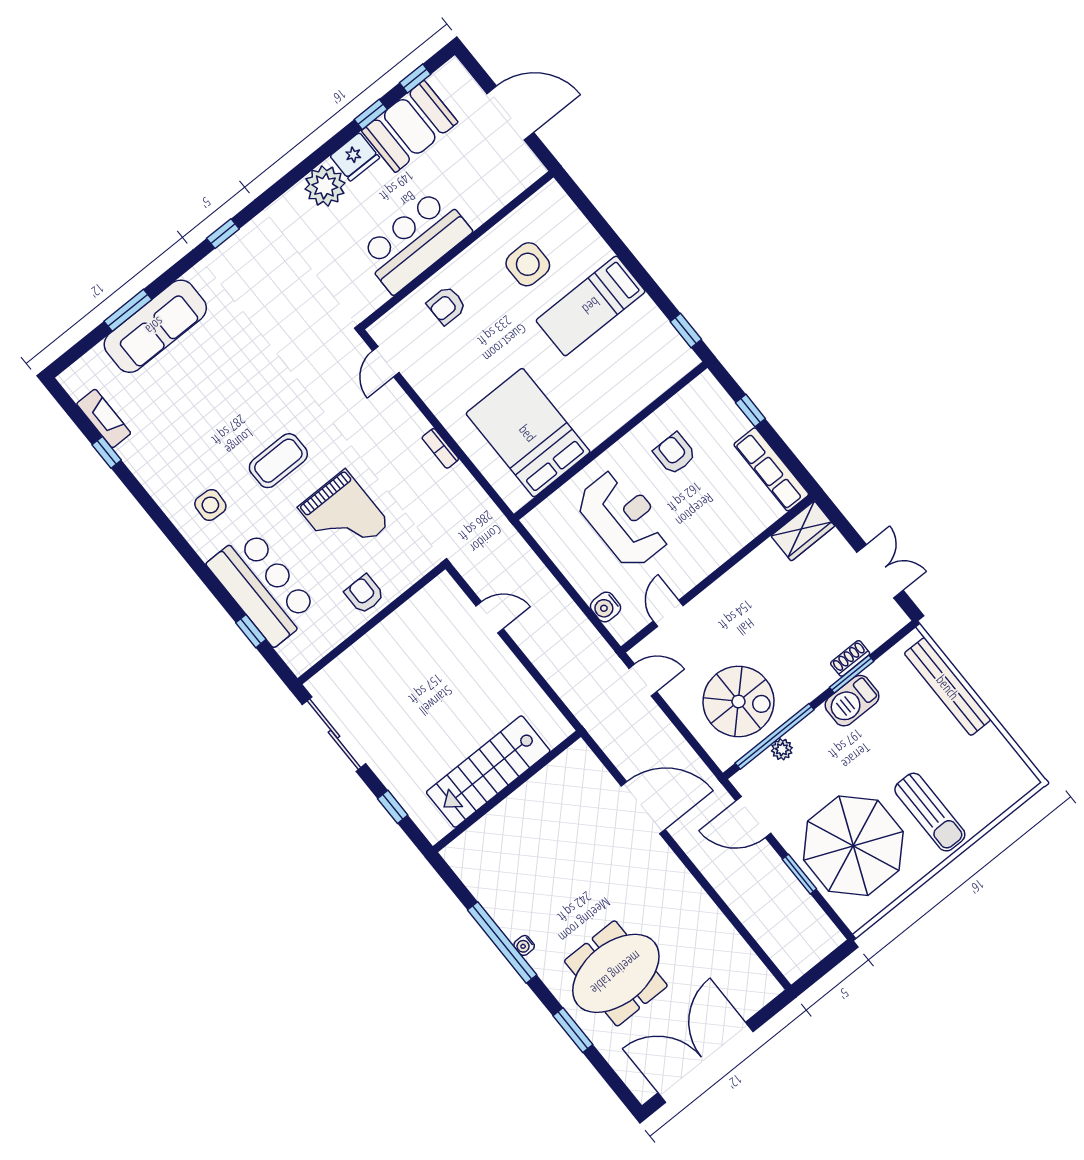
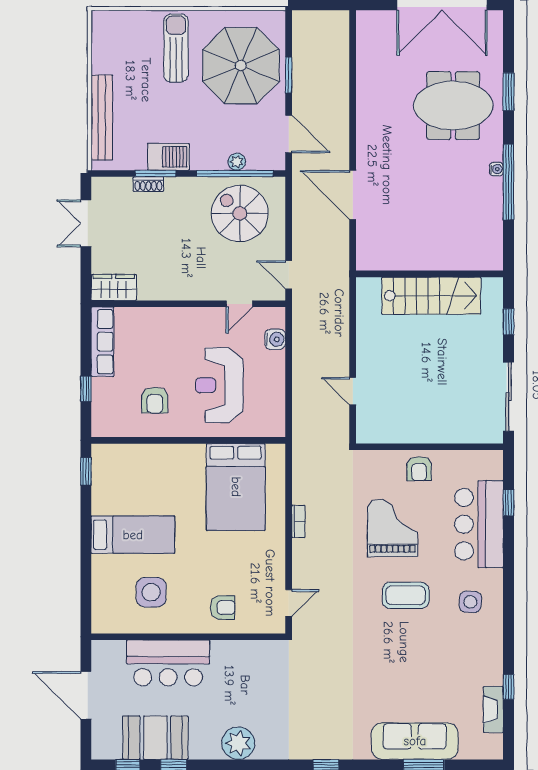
fridge: (355, 157) -> (205, 746), removed
bar counter: (415, 242) -> (168, 663), moved

